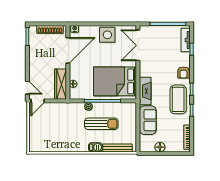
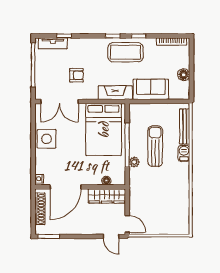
door: (68, 50) -> (66, 187), swing flipped
armchair: (183, 72) -> (76, 75), moved
door: (27, 88) -> (111, 236), swing flipped

